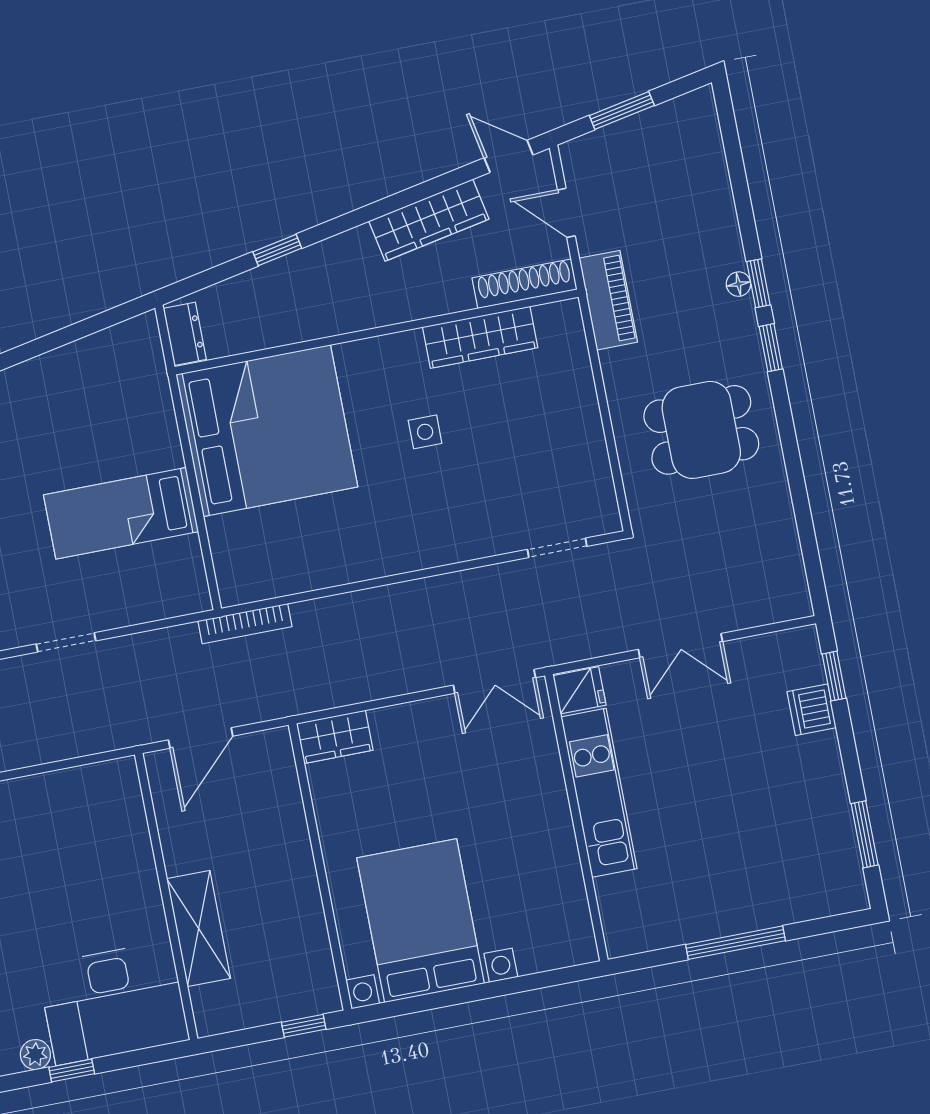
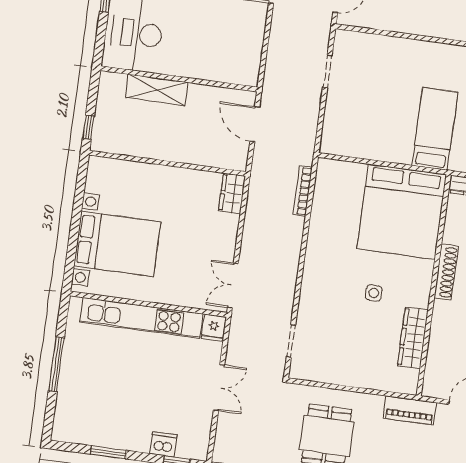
shoe rack: (525, 284) -> (446, 272), moved
bed: (121, 513) -> (435, 129), moved
bookcase: (245, 624) -> (303, 191), moved
double door: (680, 646) -> (219, 388), swing flipped
kitchen unit: (599, 793) -> (141, 318), width x1.36
window: (865, 834) -> (109, 452), moved
bed with nightstands: (421, 921) -> (117, 244), moved

